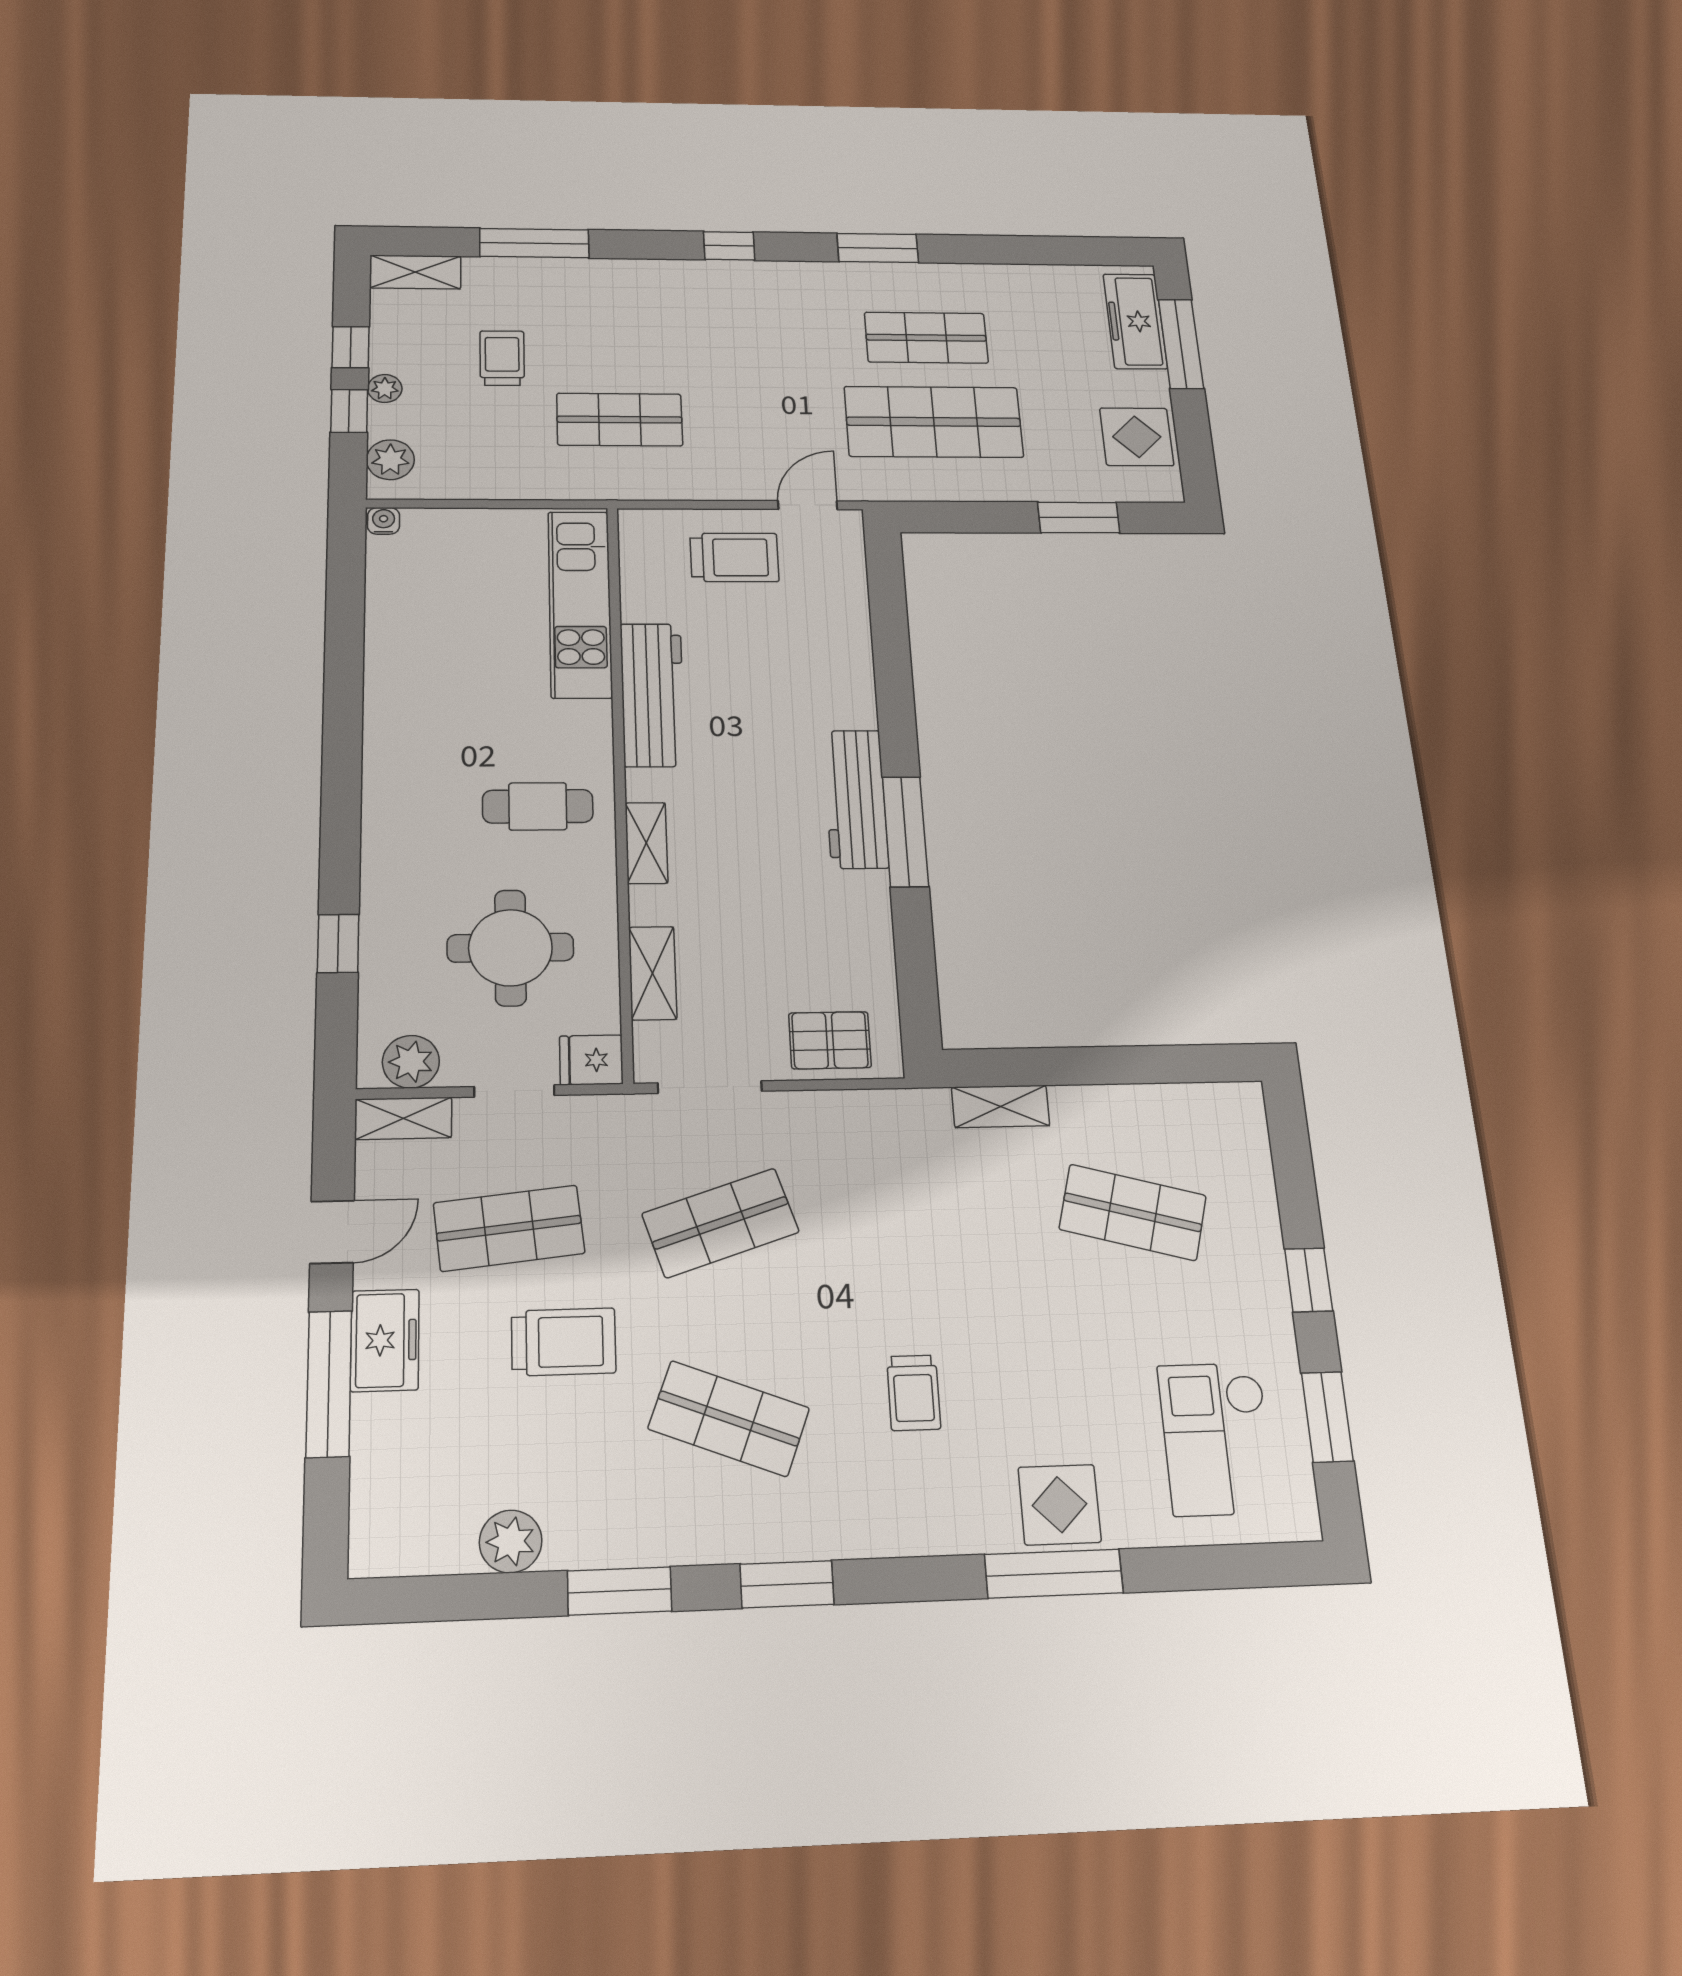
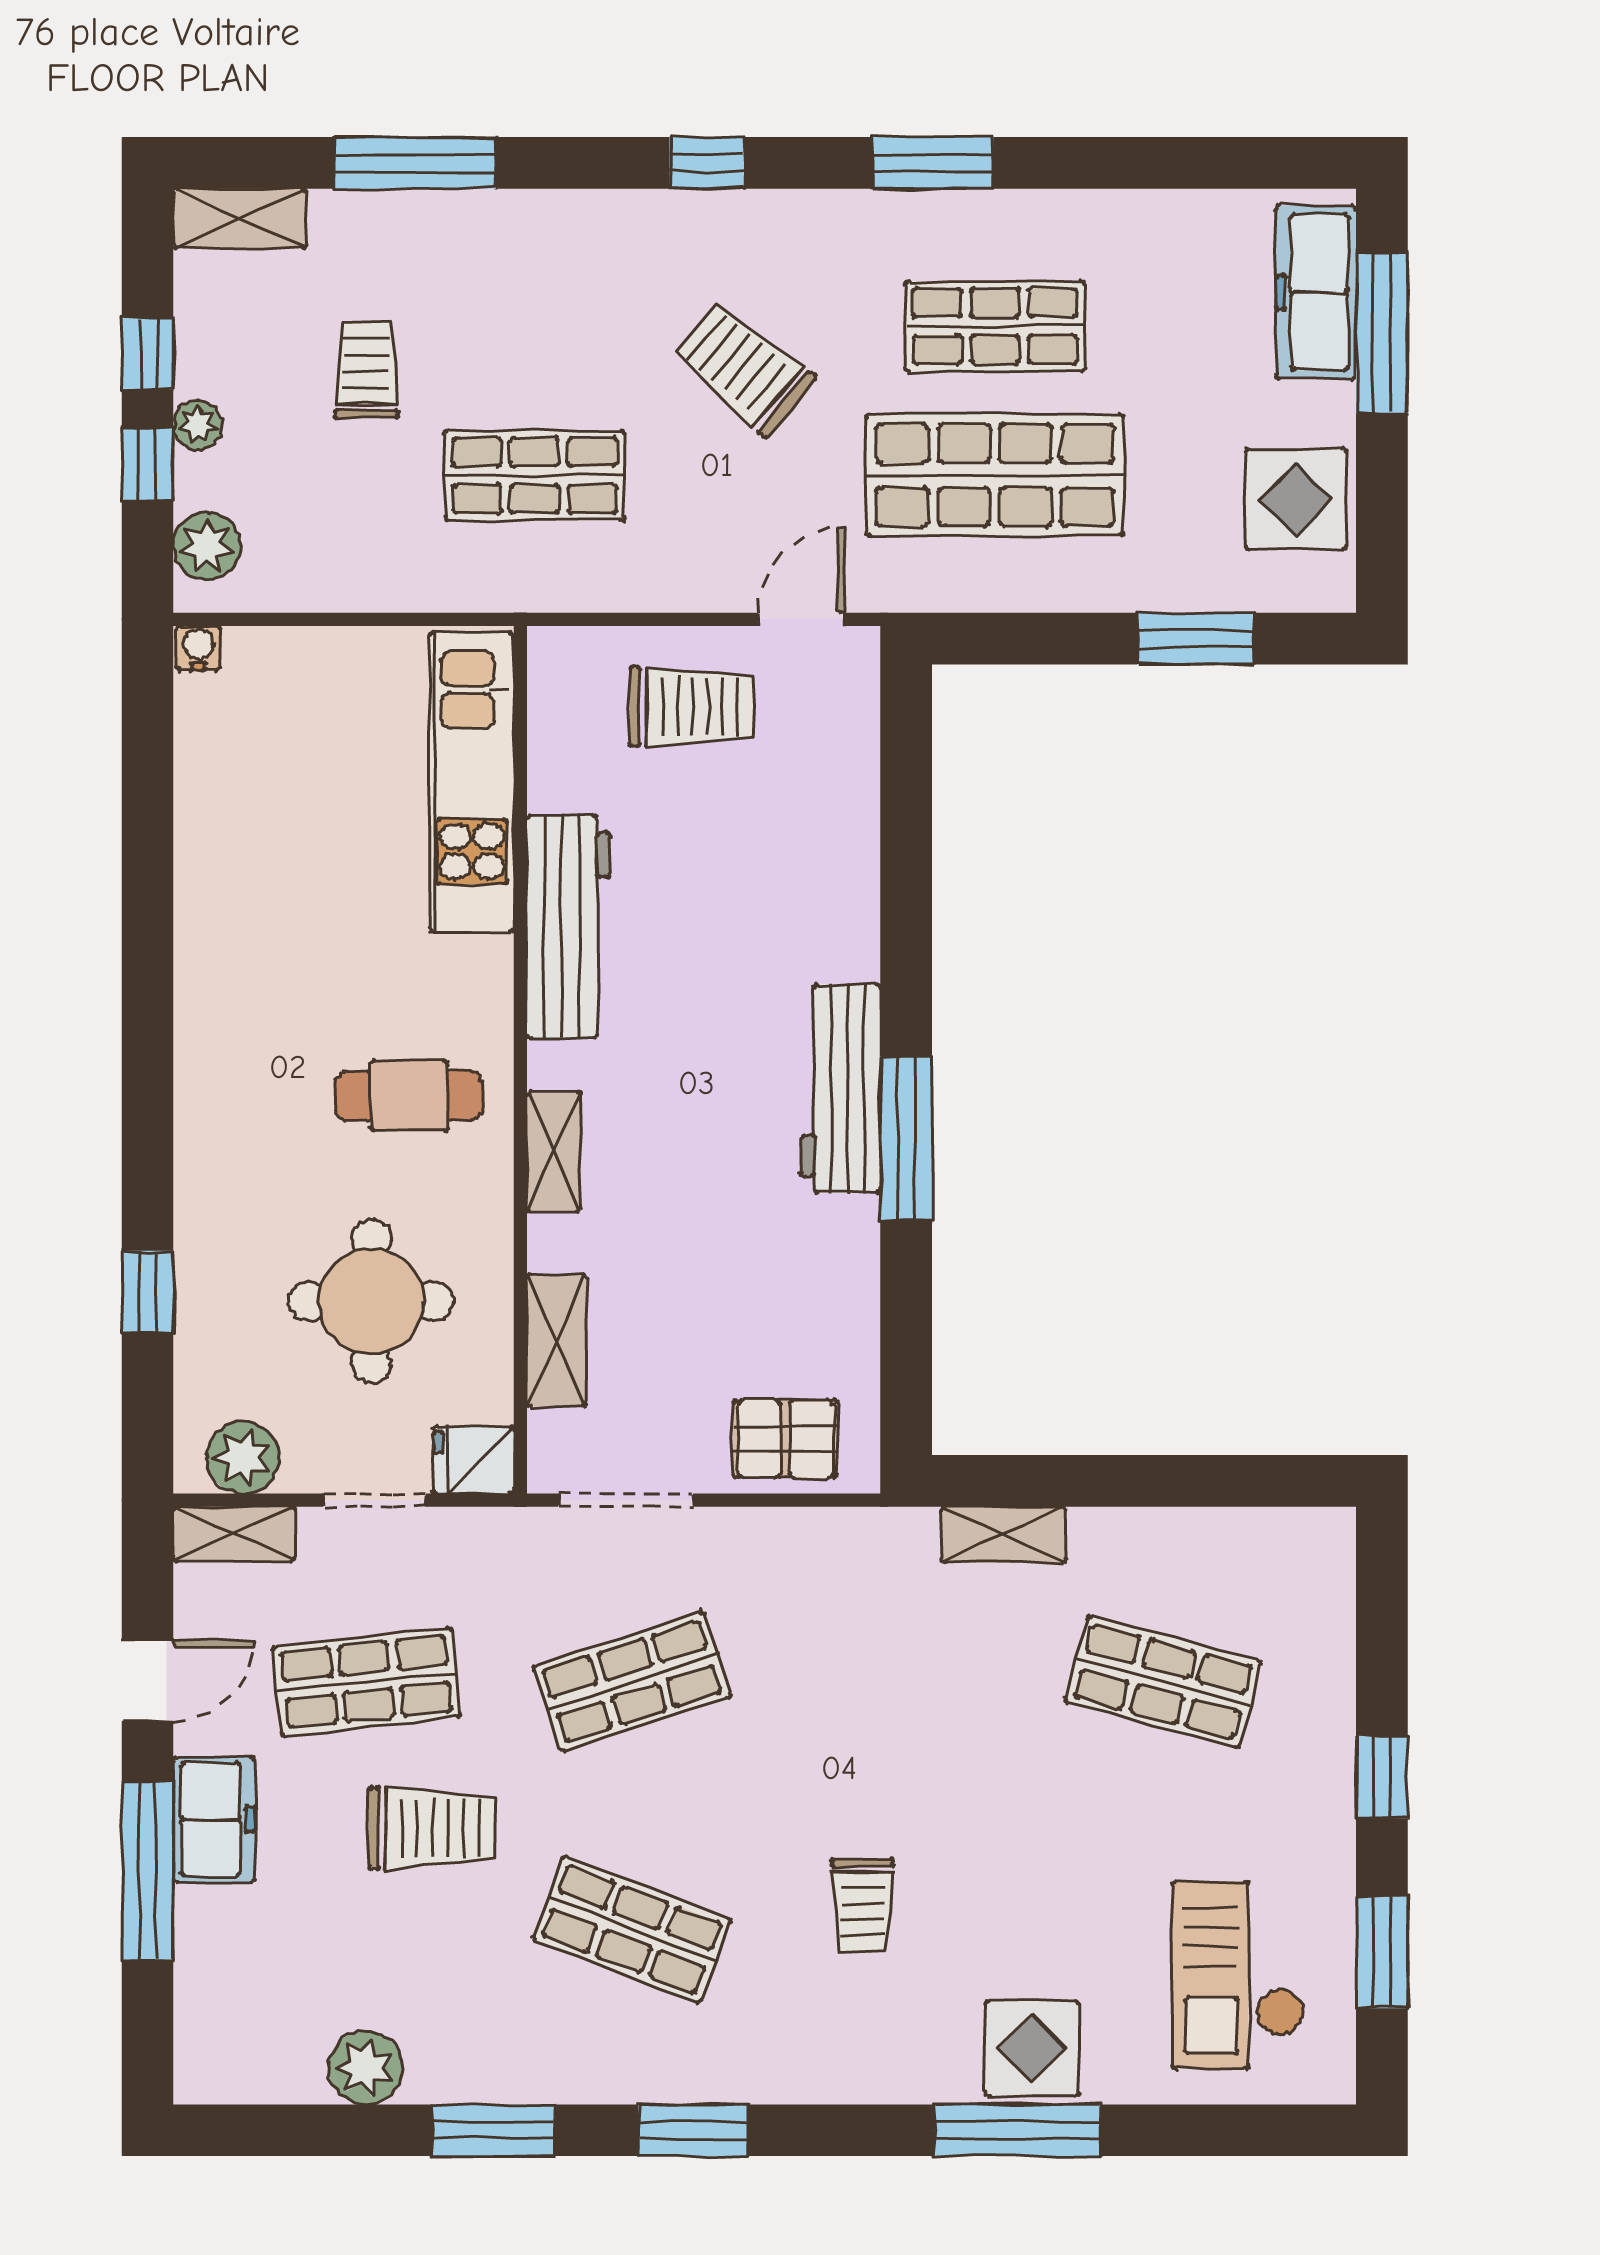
trolley: (759, 359) -> (743, 368), added

